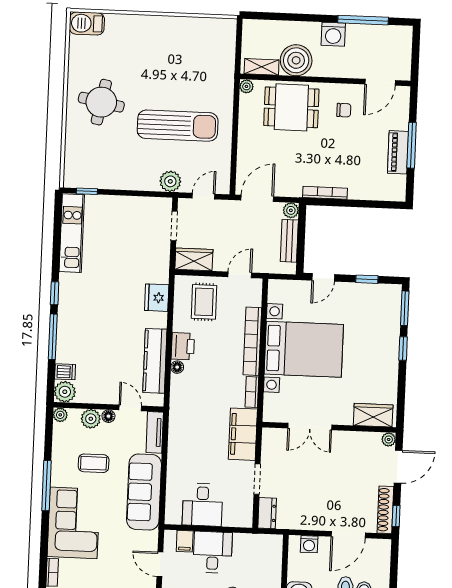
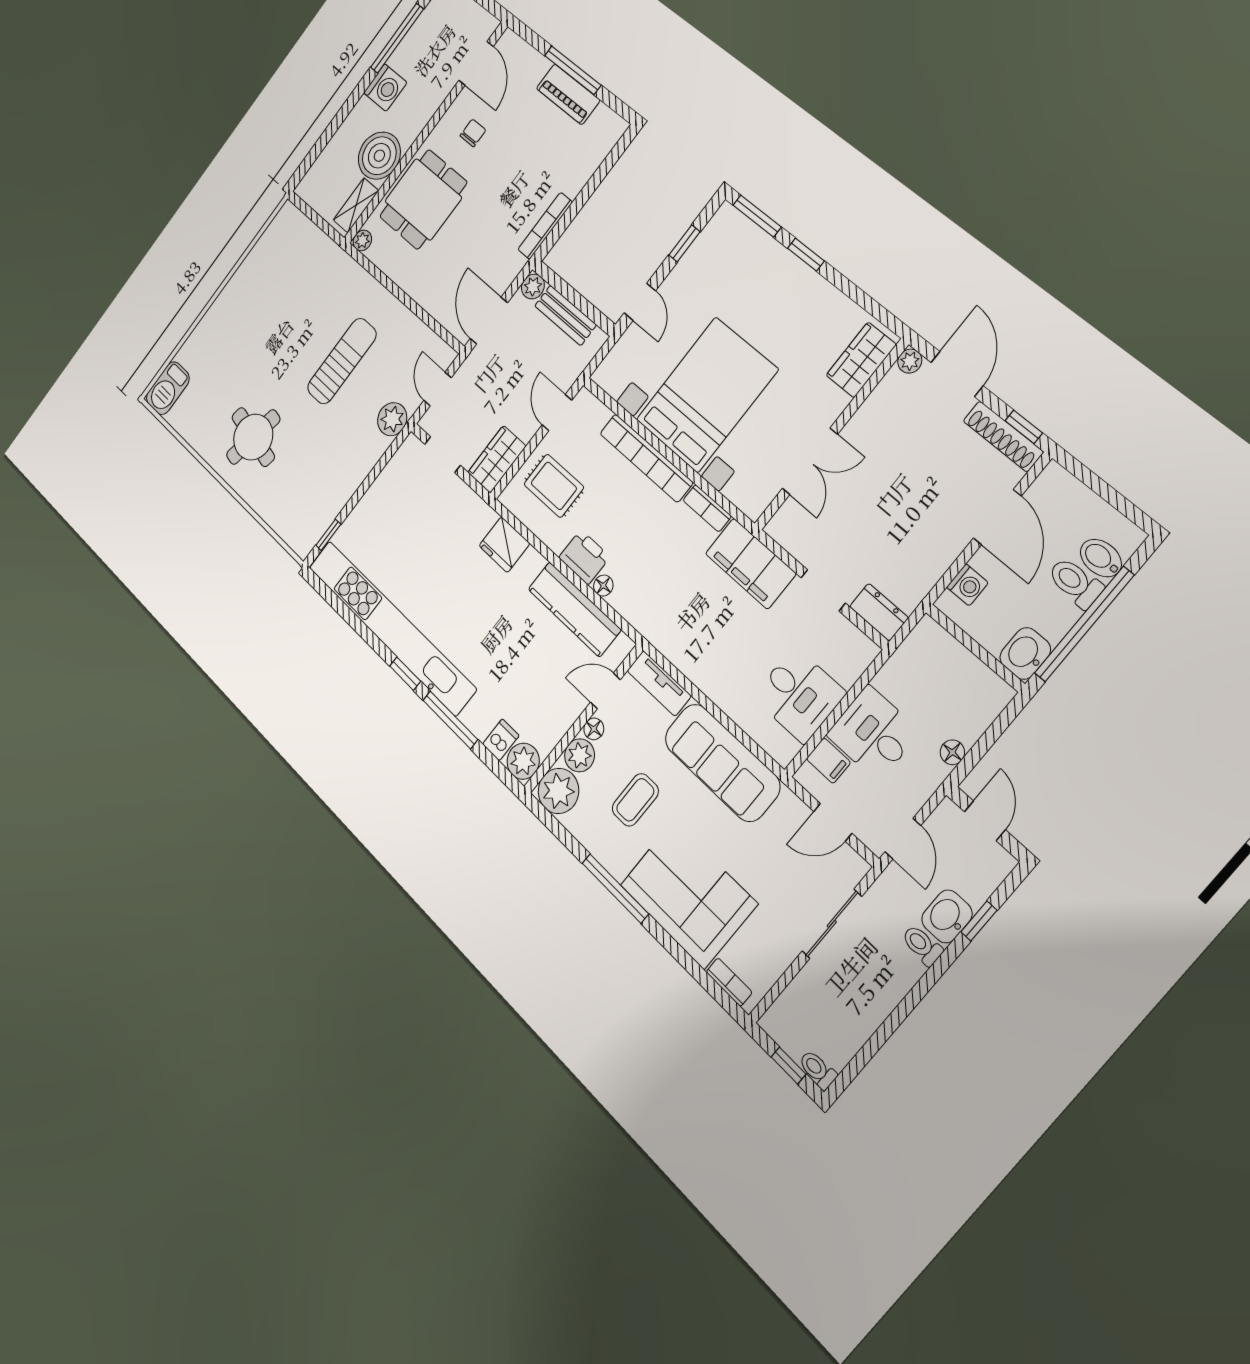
sun lounger: (178, 126) -> (342, 361), width x0.73, depth x0.75
kitchen unit: (72, 233) -> (391, 627), width x1.86
plant: (60, 415) -> (558, 791), width x1.88, depth x1.88

